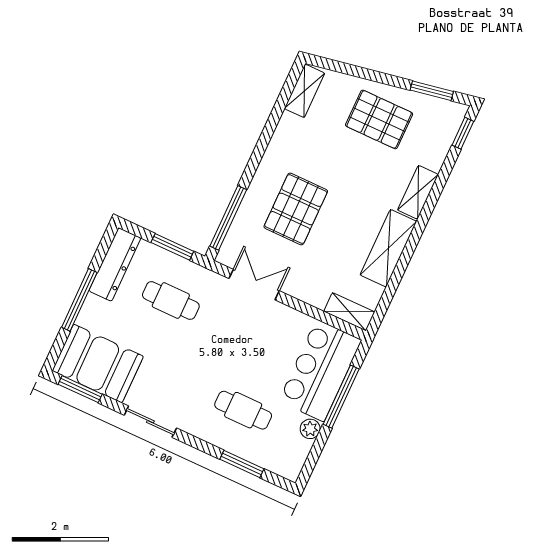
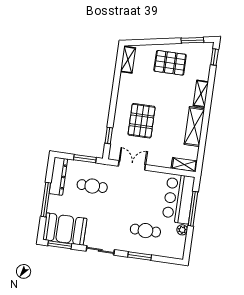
window: (228, 218) -> (109, 135), width x0.46
window: (242, 464) -> (140, 256), moved

